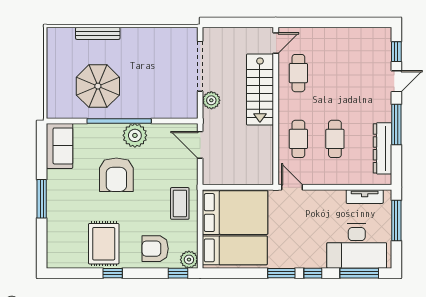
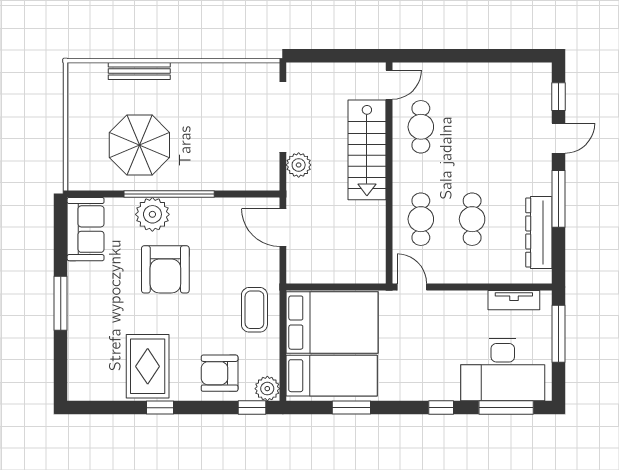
plant: (135, 135) -> (152, 214), moved
window: (281, 273) -> (351, 408), moved

